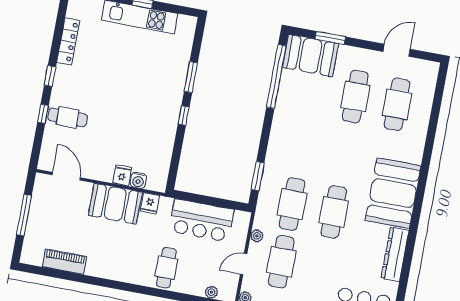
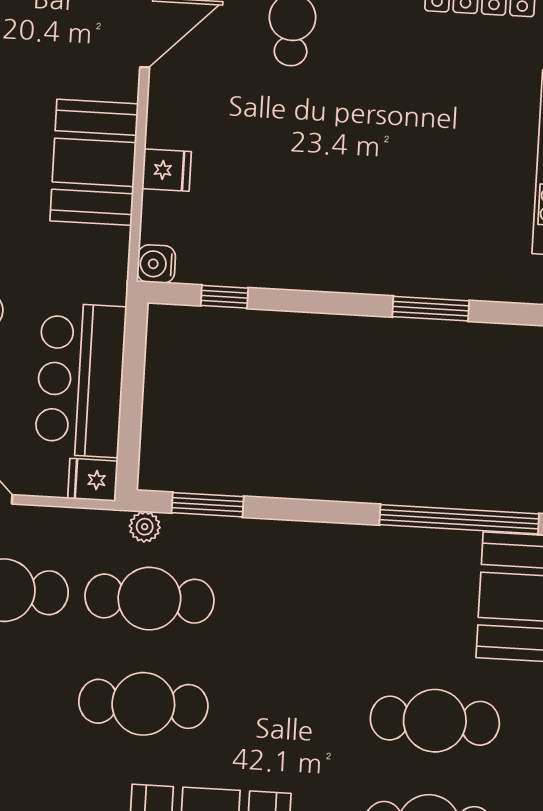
window: (184, 116) -> (224, 297), moved
water cooler: (138, 180) -> (156, 264), moved
fridge: (150, 203) -> (93, 480), moved
plant: (257, 236) -> (145, 527), moved

